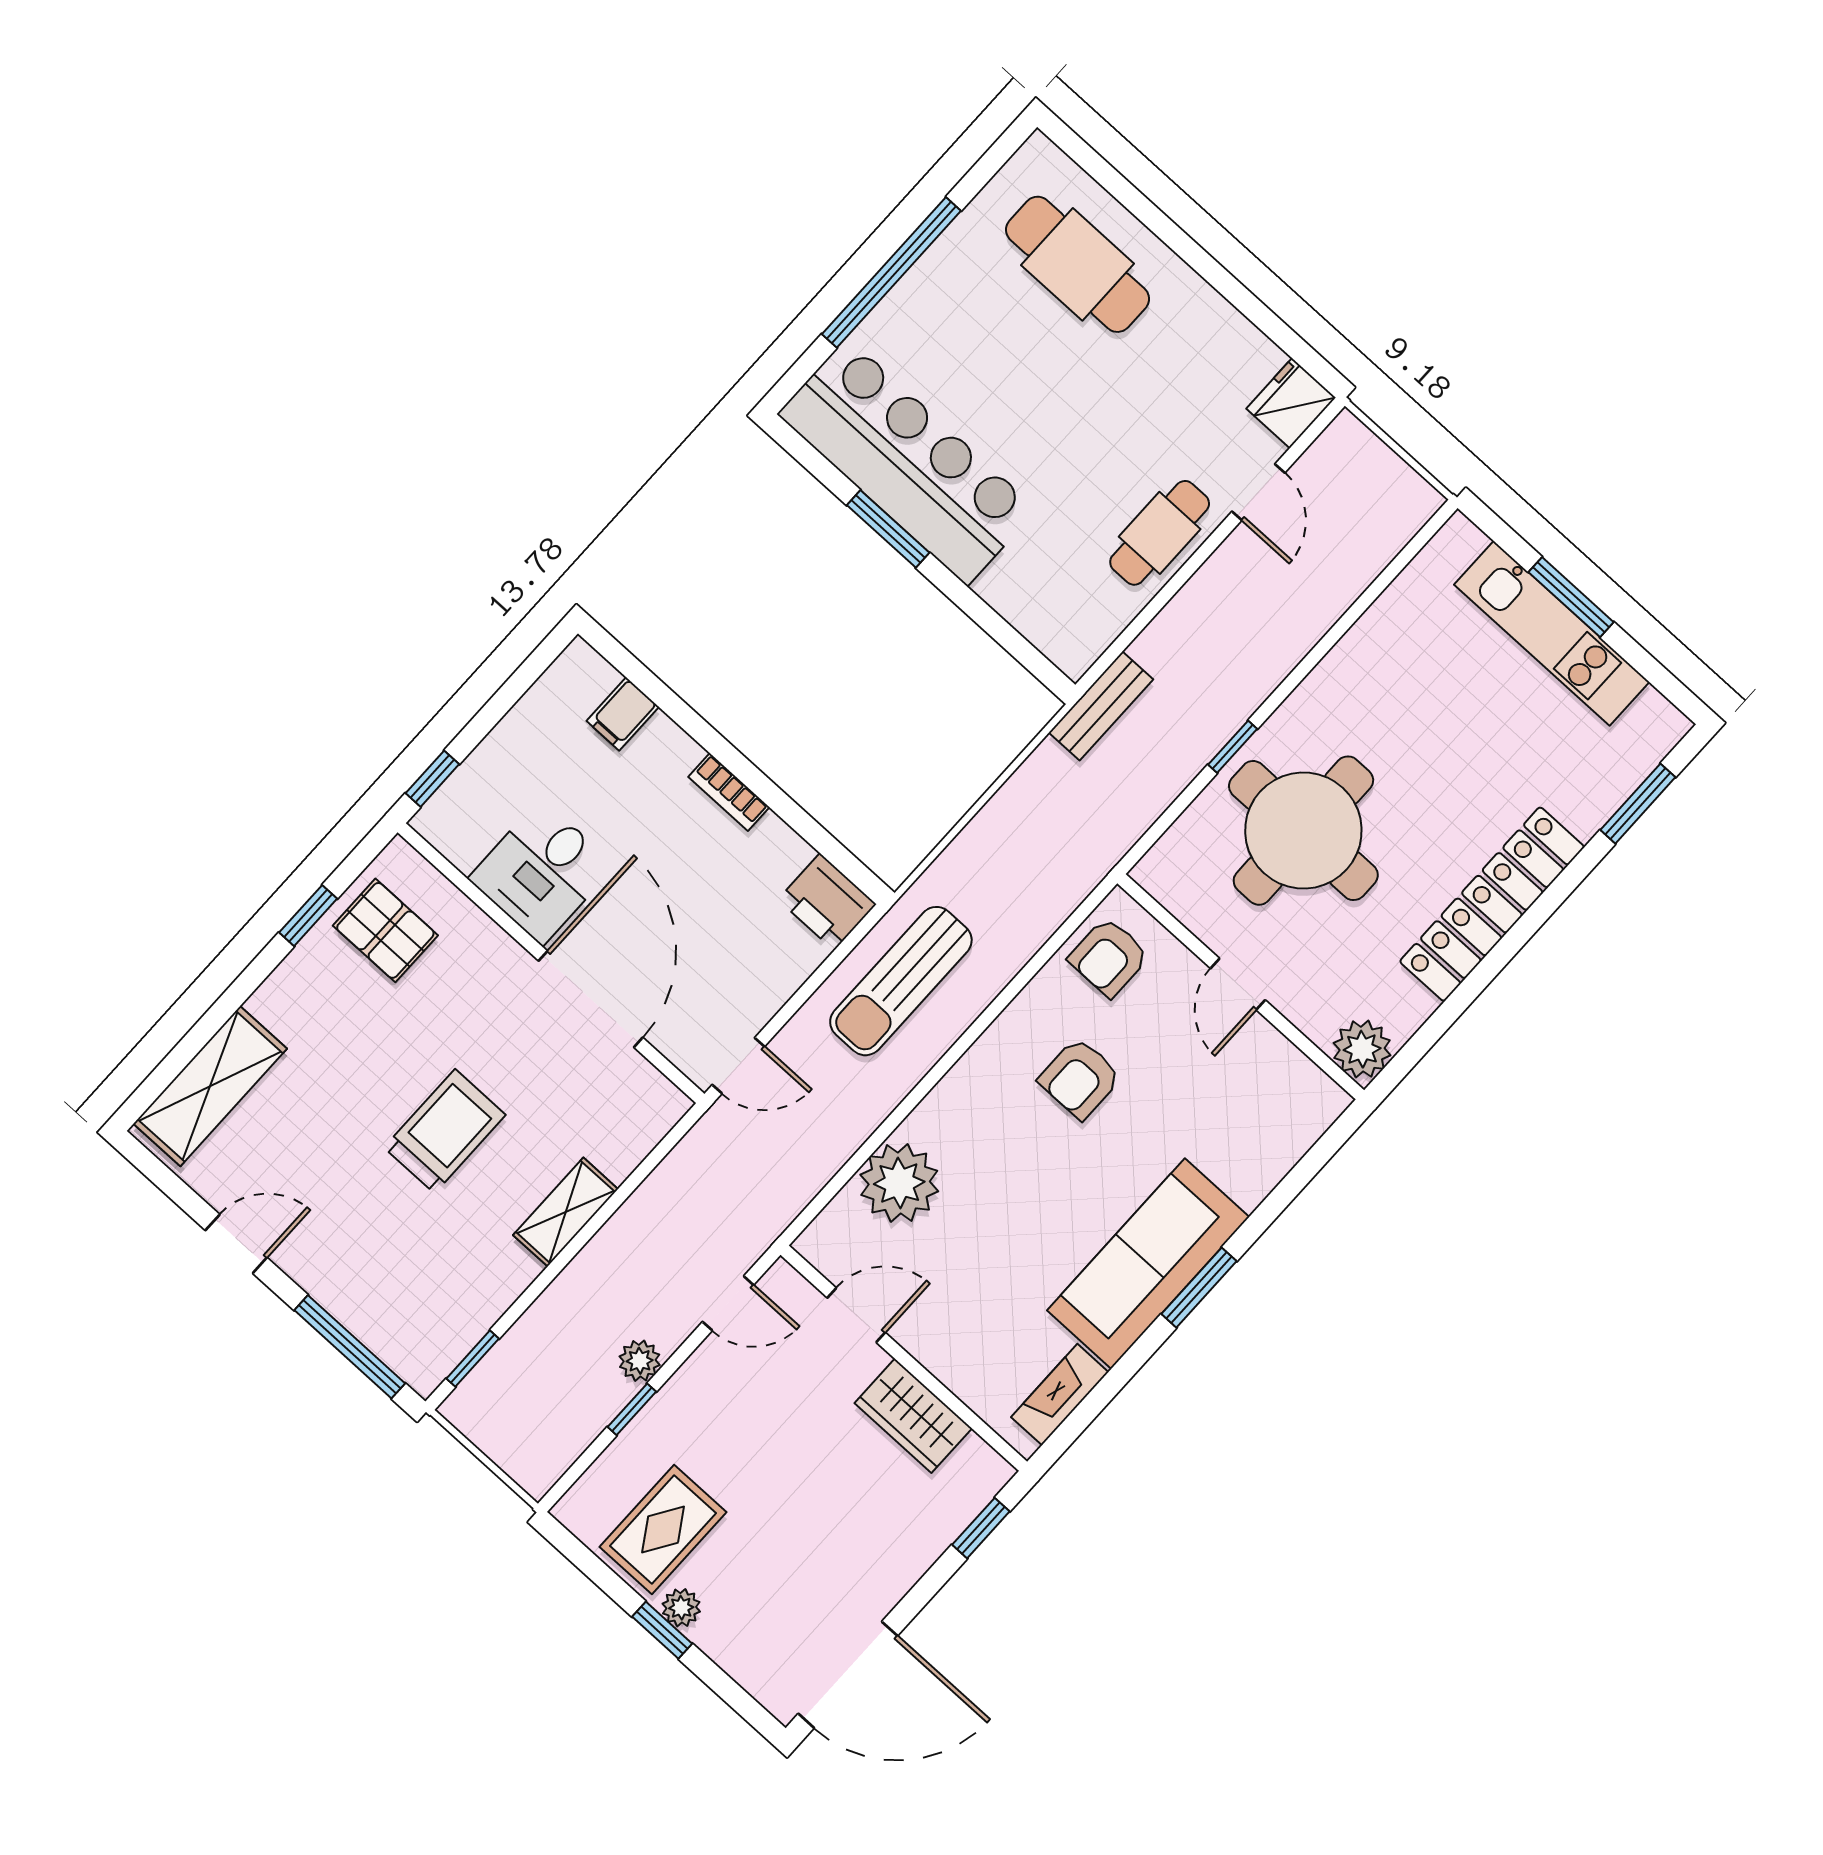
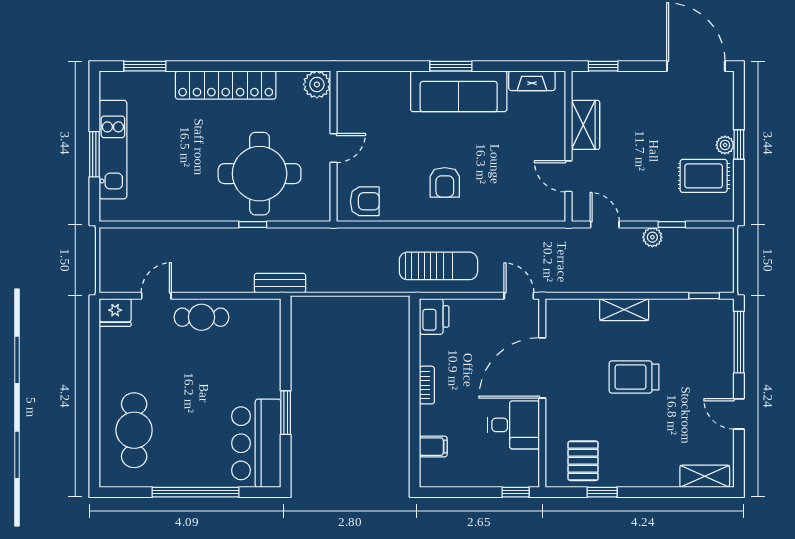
bar counter: (907, 462) -> (256, 443), width x0.73
armchair: (1080, 1078) -> (445, 182), moved, turned 90
shelving: (210, 1086) -> (705, 476), width x0.67, depth x0.75
plant: (899, 1183) -> (509, 203), removed

